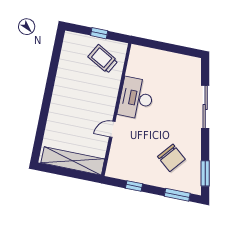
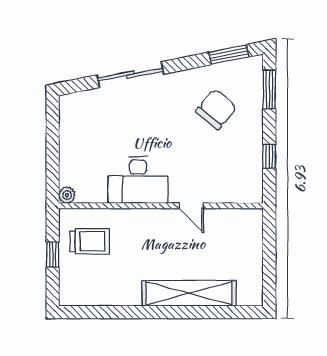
plant: (136, 50) -> (67, 195), added
trolley: (103, 59) -> (90, 241), turned -119
shelving: (73, 161) -> (189, 293), moved, turned 90

